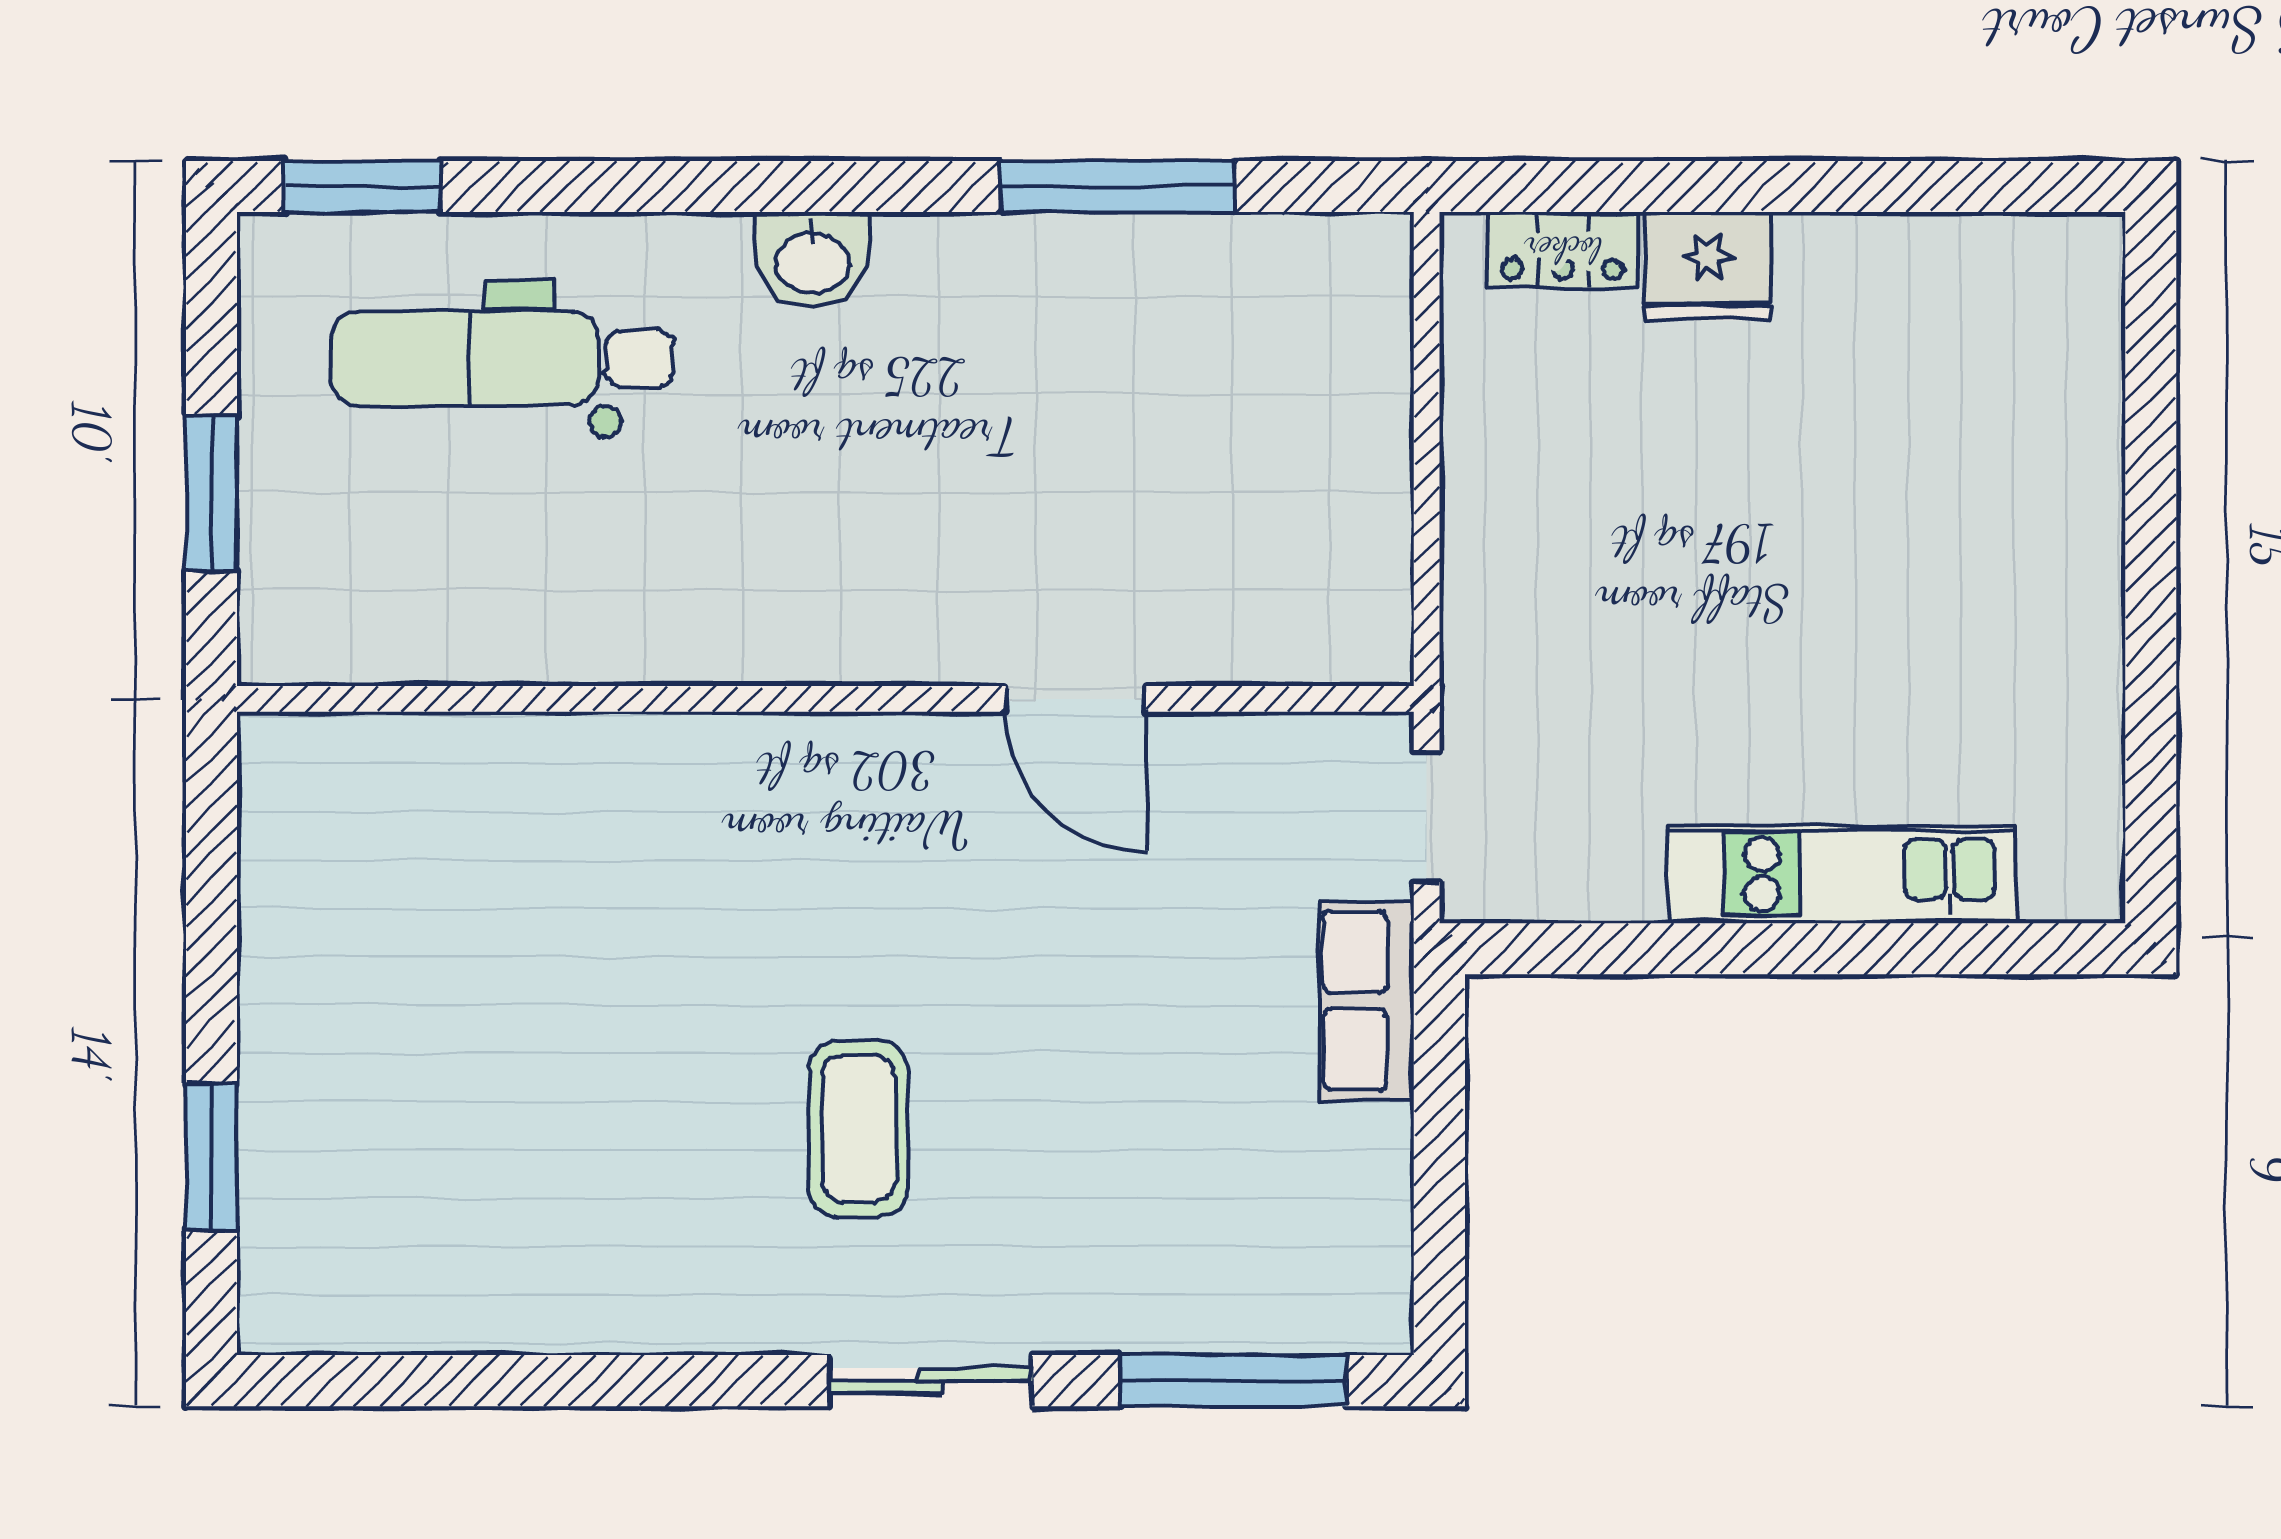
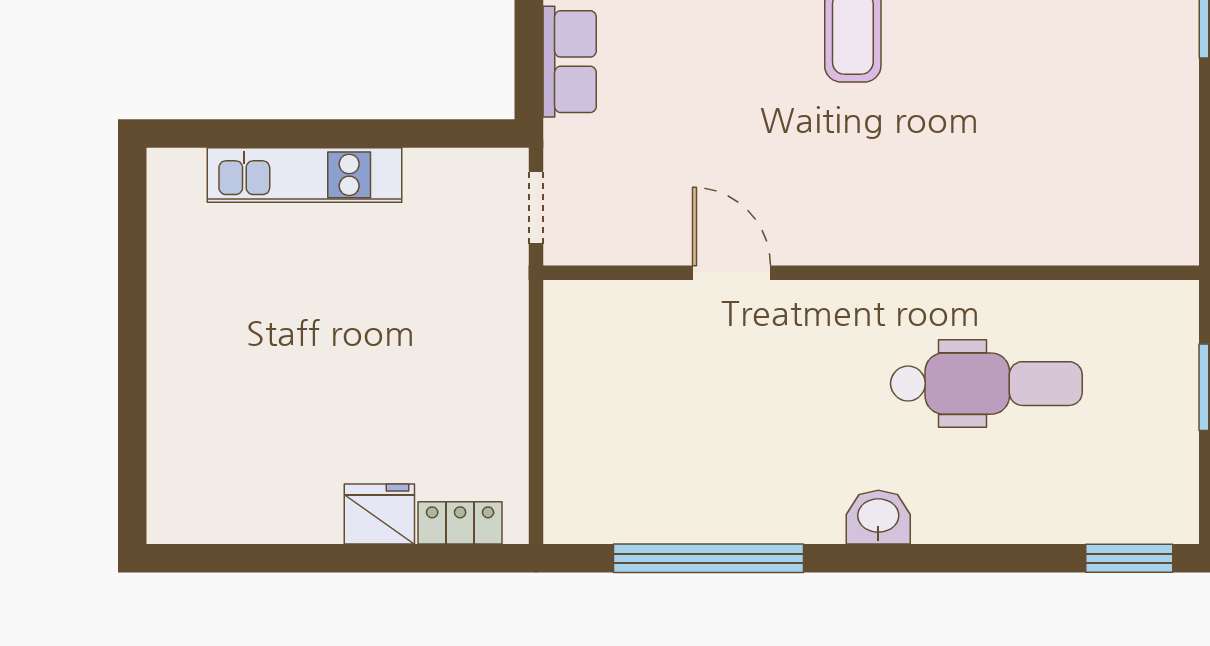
window: (1117, 187) -> (708, 558), width x1.46
dental chair: (502, 359) -> (986, 384), moved
row of seats: (1366, 1001) -> (570, 62), moved

